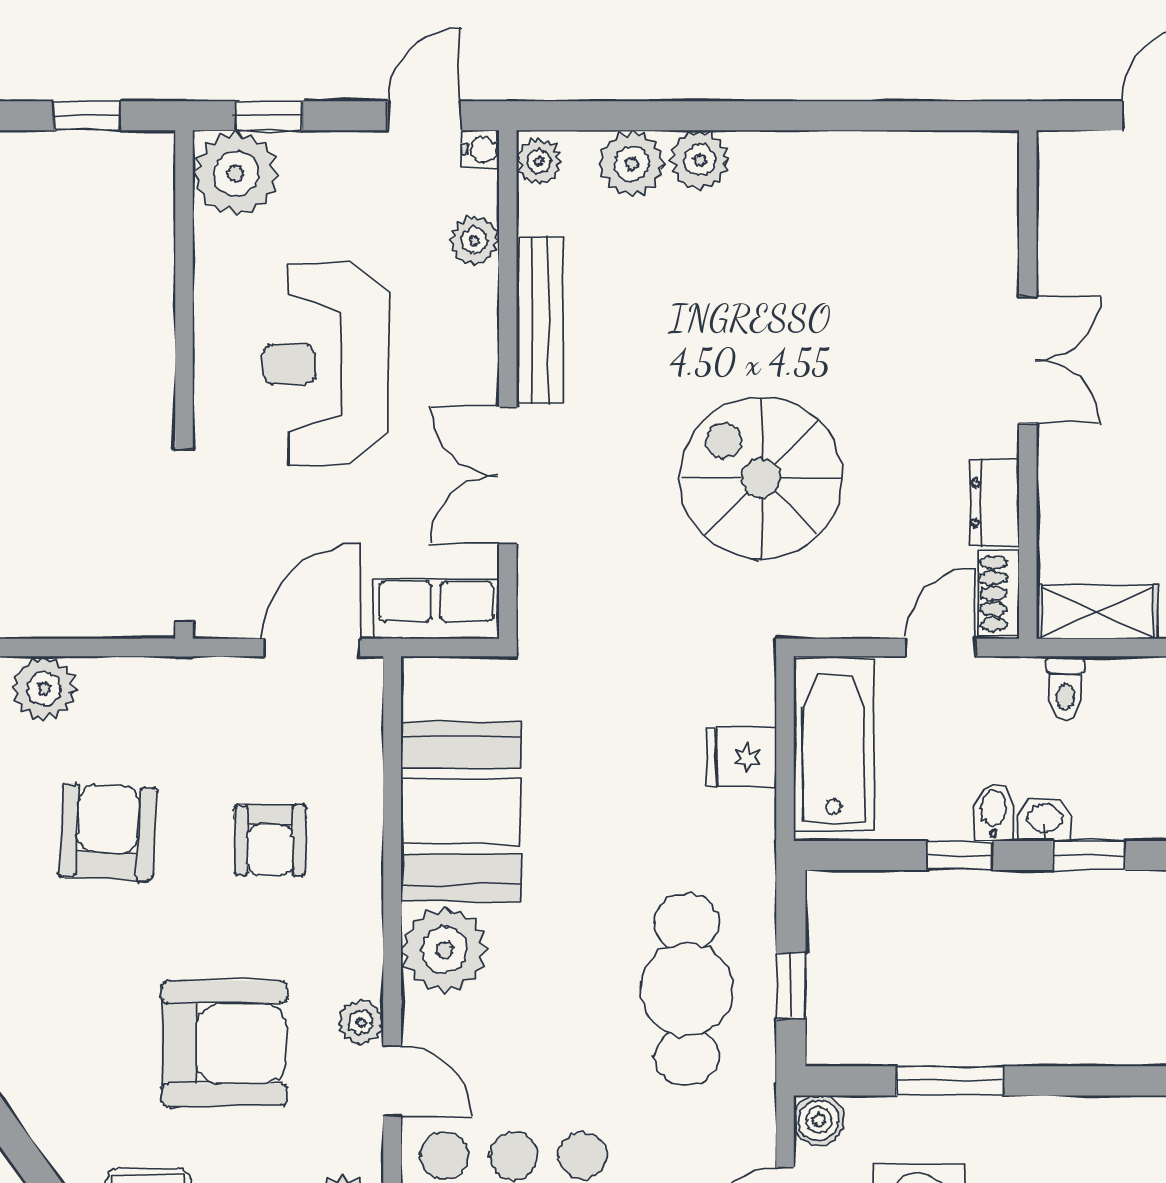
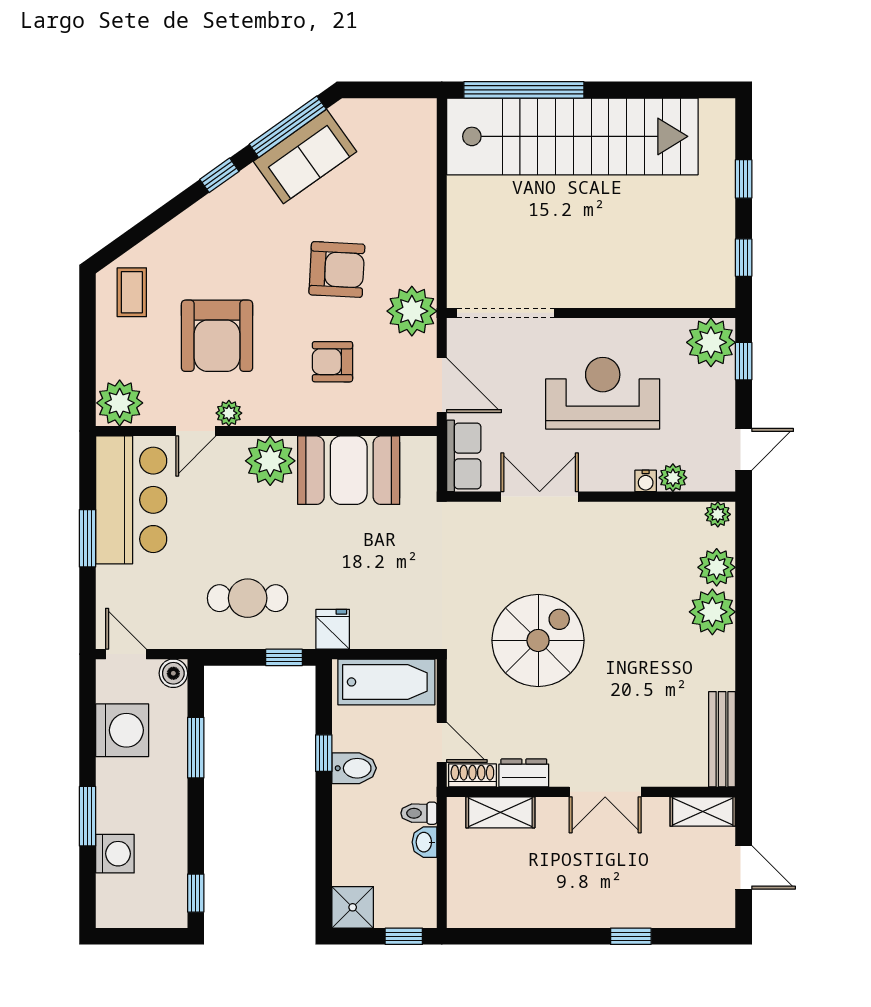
door: (424, 116) -> (744, 449), hinge flipped
water cooler: (480, 149) -> (646, 481), moved
plant: (700, 160) -> (712, 612), width x1.36, depth x1.36
shelving: (1062, 188) -> (703, 812), added
bench: (540, 320) -> (722, 739), moved, turned 90
shelving: (1097, 611) -> (500, 812), moved, turned 90
plant: (44, 688) -> (412, 311), moved, width x1.36, depth x1.36
fridge: (741, 757) -> (333, 629), moved
bidet: (994, 812) -> (354, 768), width x1.38, depth x1.36
washbasin: (1045, 819) -> (425, 842), moved, turned 180
window: (1089, 855) -> (324, 827), removed
window: (791, 986) -> (284, 657), moved
cafe table: (687, 990) -> (248, 598), width x0.73, depth x0.74

